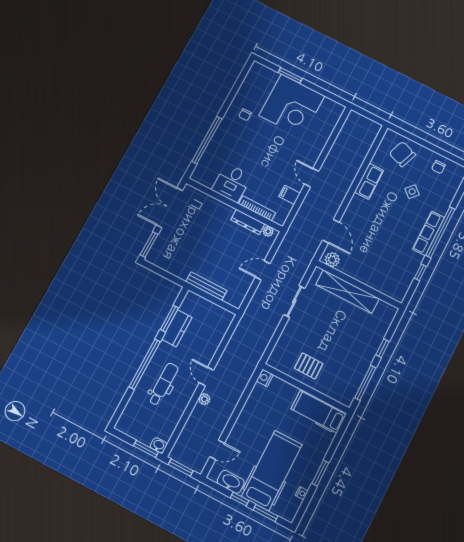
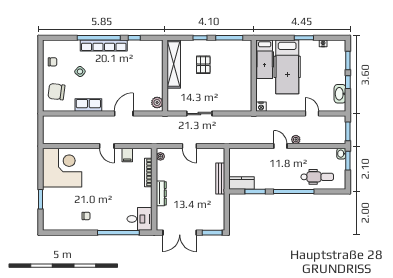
corner desk: (292, 106) -> (62, 168), moved
chair: (402, 154) -> (56, 92), turned 77
door: (312, 178) -> (107, 146), hinge flipped
desk: (232, 183) -> (140, 219), moved
dresser: (248, 222) -> (161, 193), moved
door: (331, 231) -> (124, 114), moved
row of seats: (429, 233) -> (104, 46), width x1.36
shelving: (347, 292) -> (174, 64), moved
kitchen counter: (177, 328) -> (242, 183), moved
pallet: (309, 366) -> (203, 65), moved
door: (206, 376) -> (280, 146), swing flipped
dental chair: (163, 384) -> (317, 177), moved, turned 180
door: (217, 450) -> (312, 114), moved
hospital bed: (272, 470) -> (287, 67), moved, turned -90

